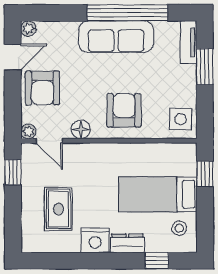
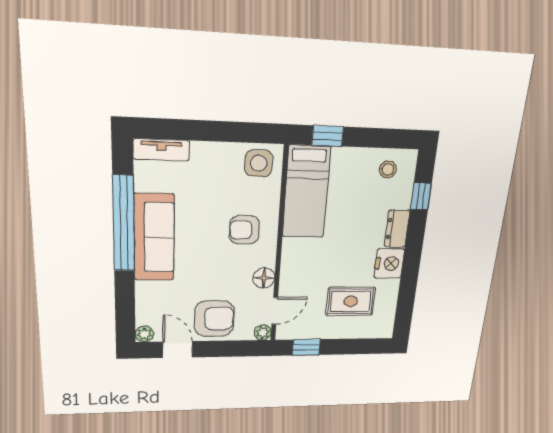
window: (205, 67) -> (193, 130), removed
armchair: (124, 110) -> (244, 230), width x0.72, depth x0.72
bed: (158, 194) -> (306, 192), moved

